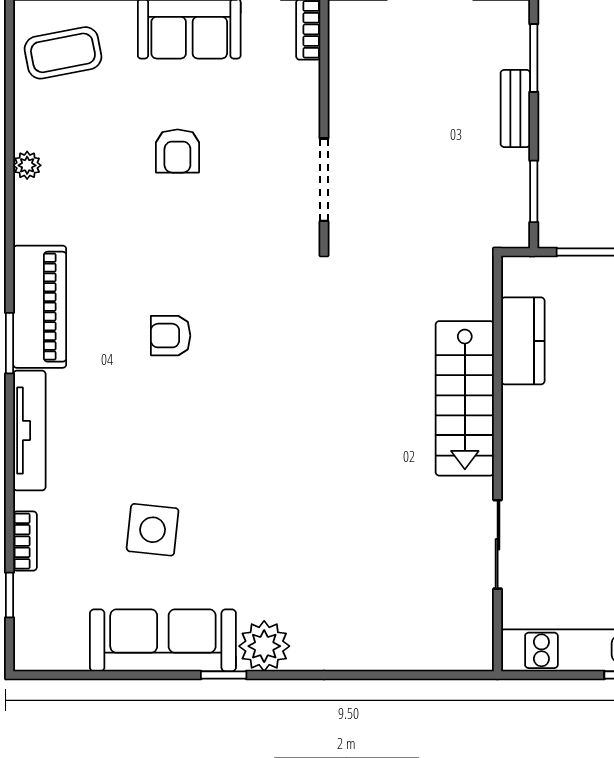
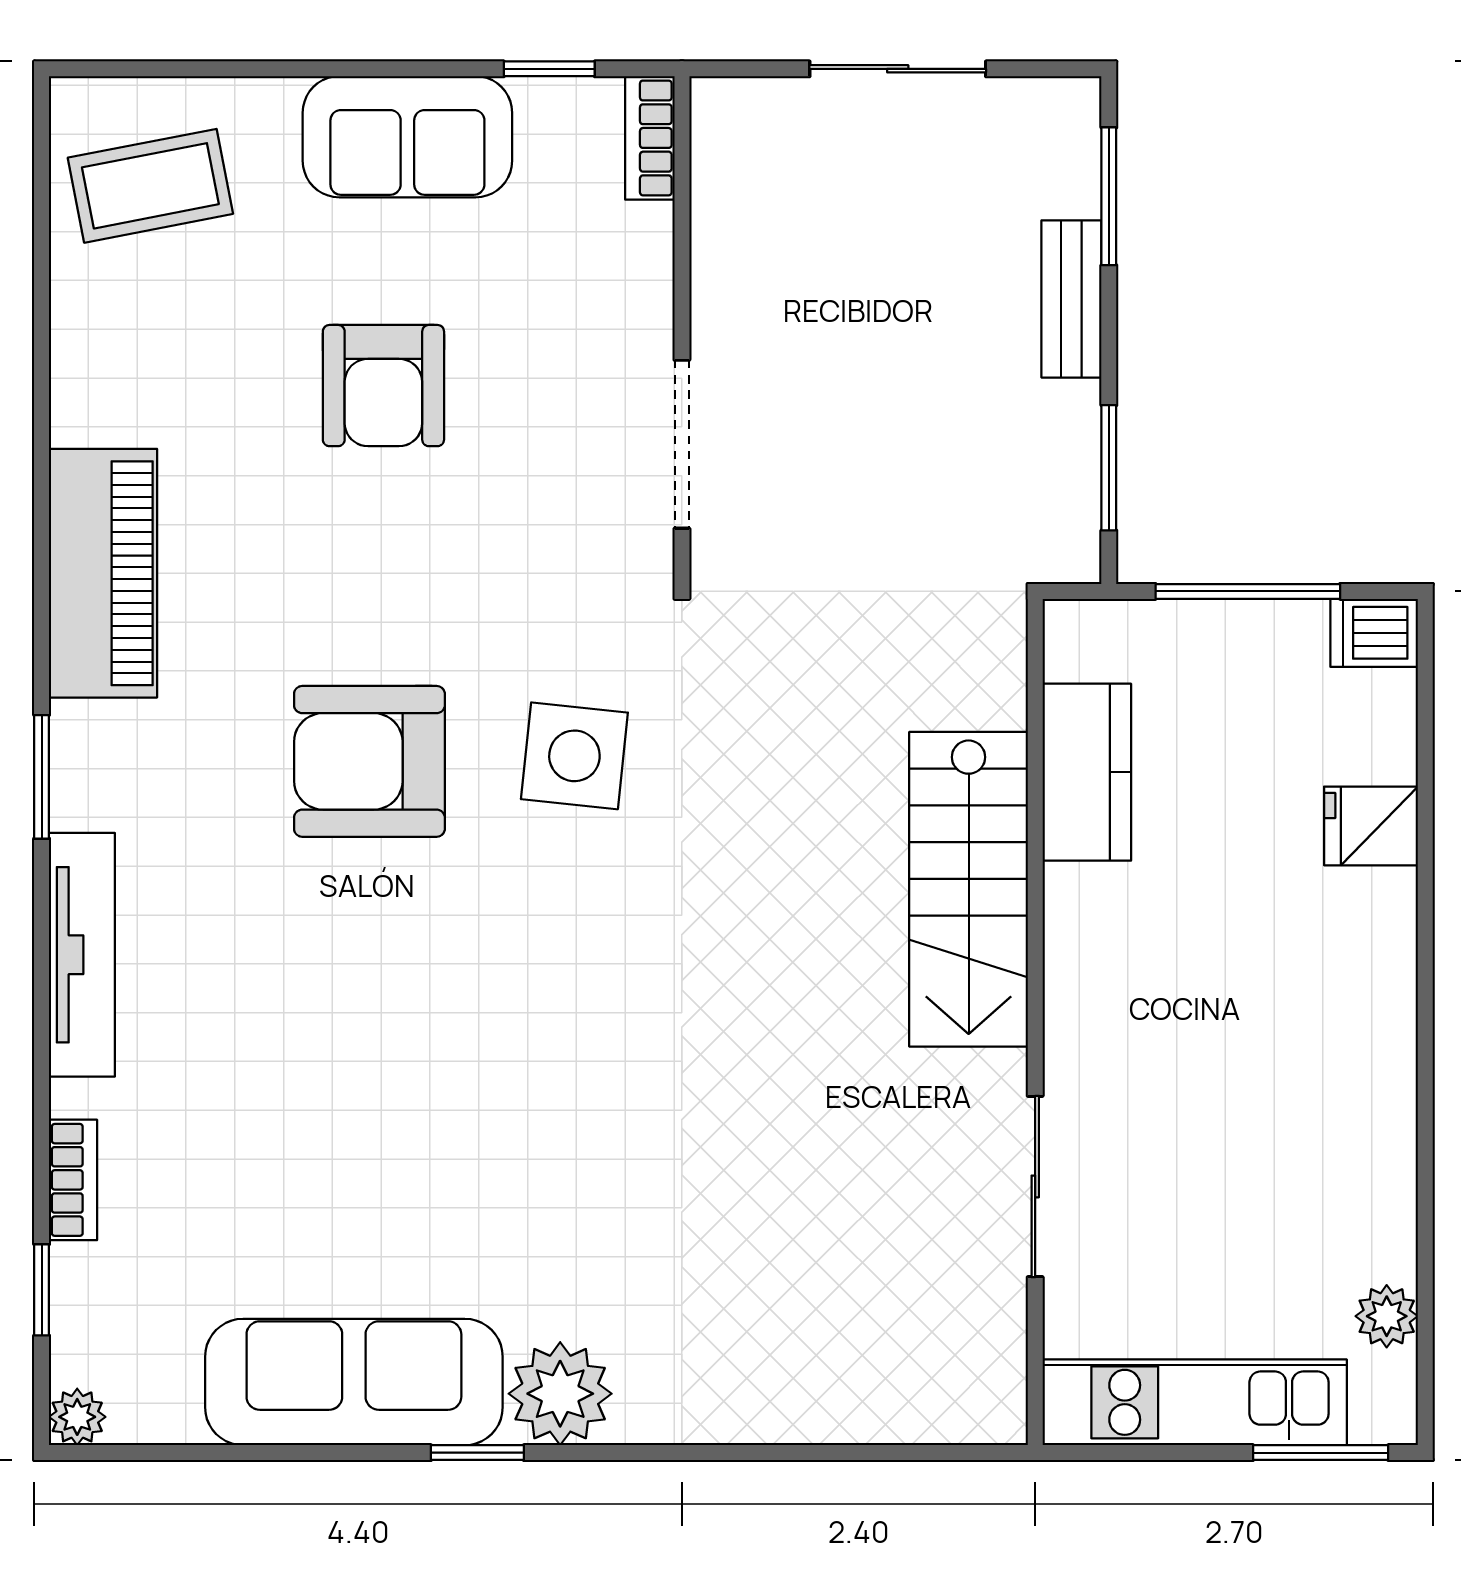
armchair: (177, 151) -> (383, 386), width x1.38, depth x1.38
plant: (27, 165) -> (77, 1417), moved
piano: (40, 307) -> (103, 573), moved
armchair: (171, 336) -> (369, 761), width x1.88, depth x1.88
side table: (153, 530) -> (574, 756), moved

